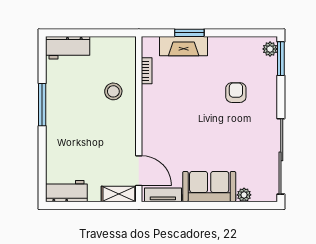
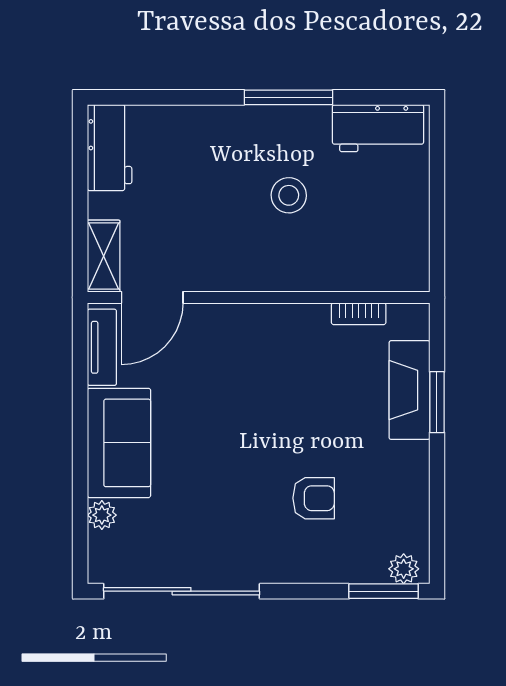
workbench: (68, 48) -> (378, 128), moved, turned -90
stool: (113, 91) -> (289, 195), moved

